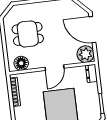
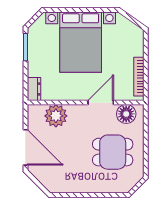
plant: (86, 54) -> (56, 116), moved
door: (54, 68) -> (101, 103), moved

